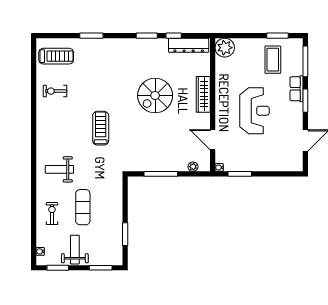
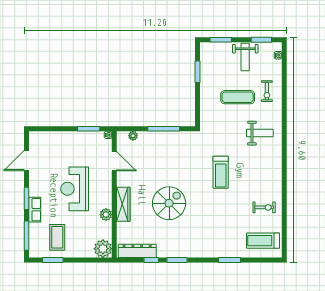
plant: (222, 84) -> (106, 215), added
exercise mat: (83, 207) -> (238, 97), turned 90

